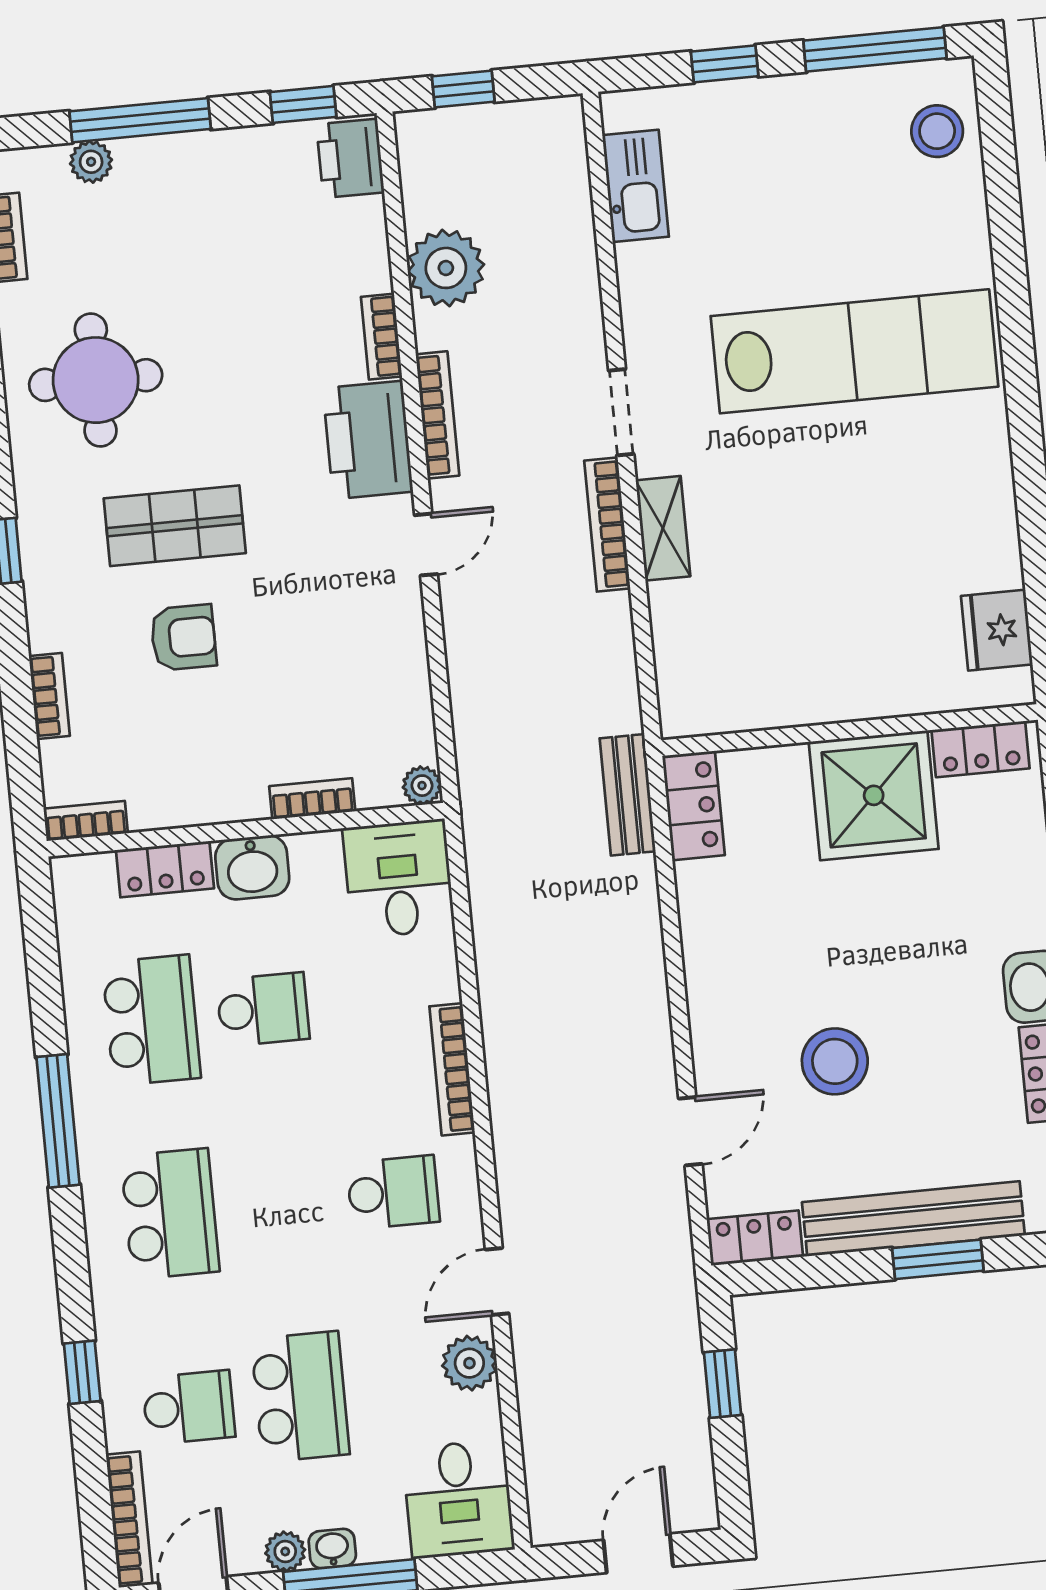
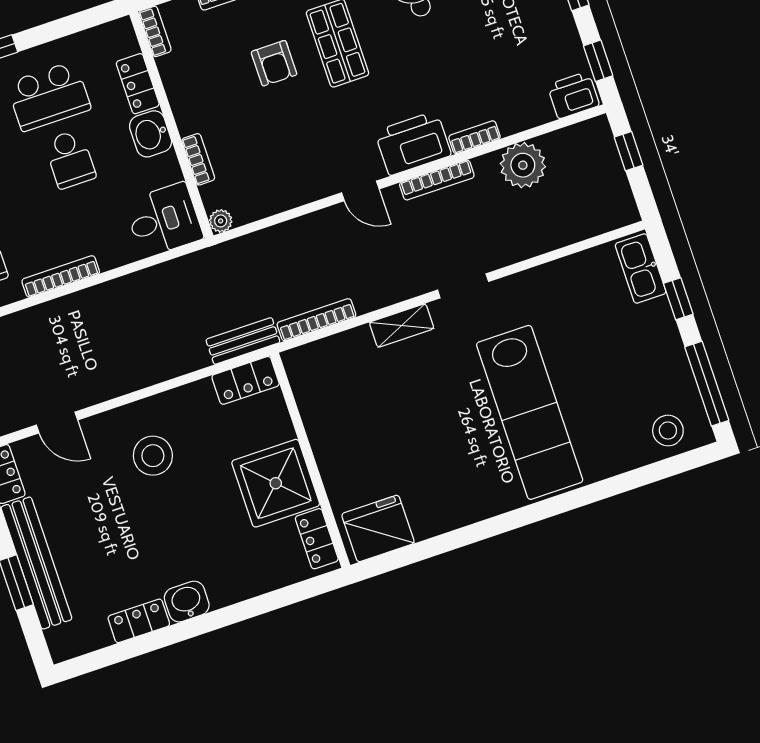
kitchen sink: (636, 186) -> (641, 268), moved, turned 90
bookcase: (607, 524) -> (316, 320), moved
fridge: (997, 630) -> (378, 528), width x1.36, depth x1.34
stool: (835, 1061) -> (153, 456), moved

